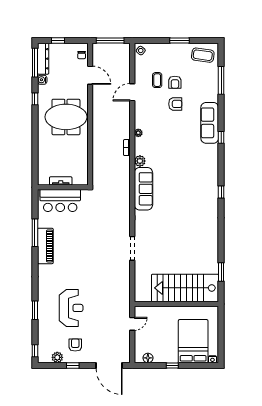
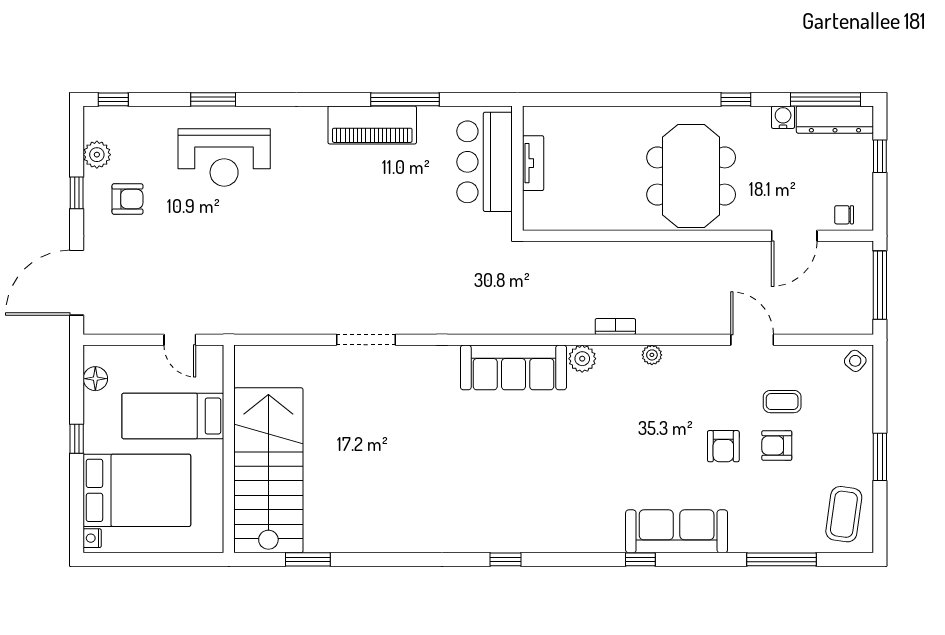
reception desk: (71, 308) -> (224, 157), moved
bed: (163, 327) -> (173, 416), added

